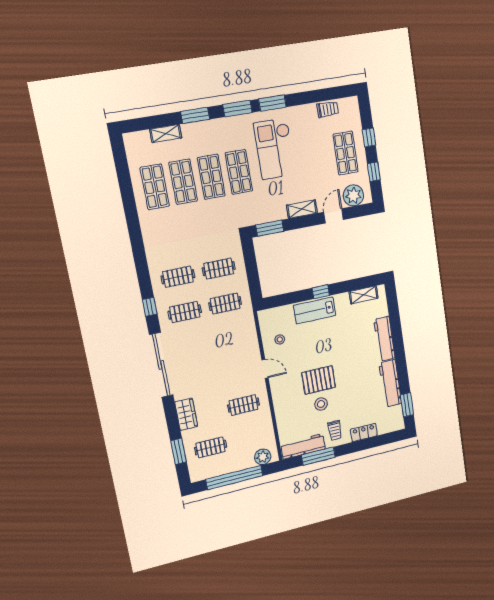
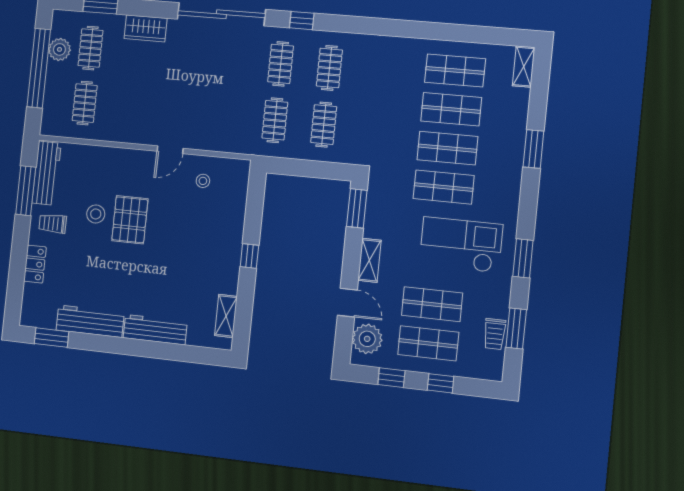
window: (237, 109) -> (516, 328), moved
shelving: (166, 134) -> (524, 67), moved
shop shelf: (319, 158) -> (432, 304), added
lab bench: (315, 310) -> (227, 240), removed
clothes rail: (243, 405) -> (85, 103), moved
plant: (263, 457) -> (59, 49), moved

